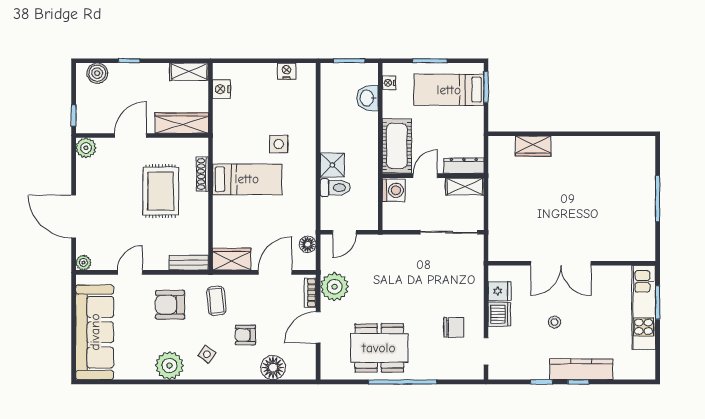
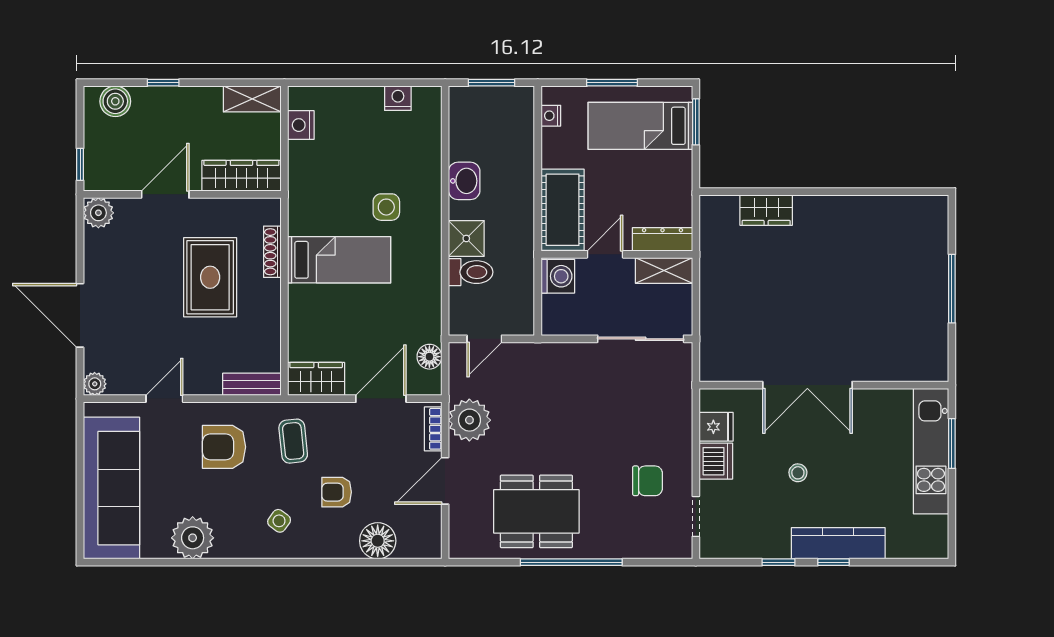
washbasin: (367, 98) -> (464, 181), moved, turned 180
plant: (169, 366) -> (193, 538), moved

